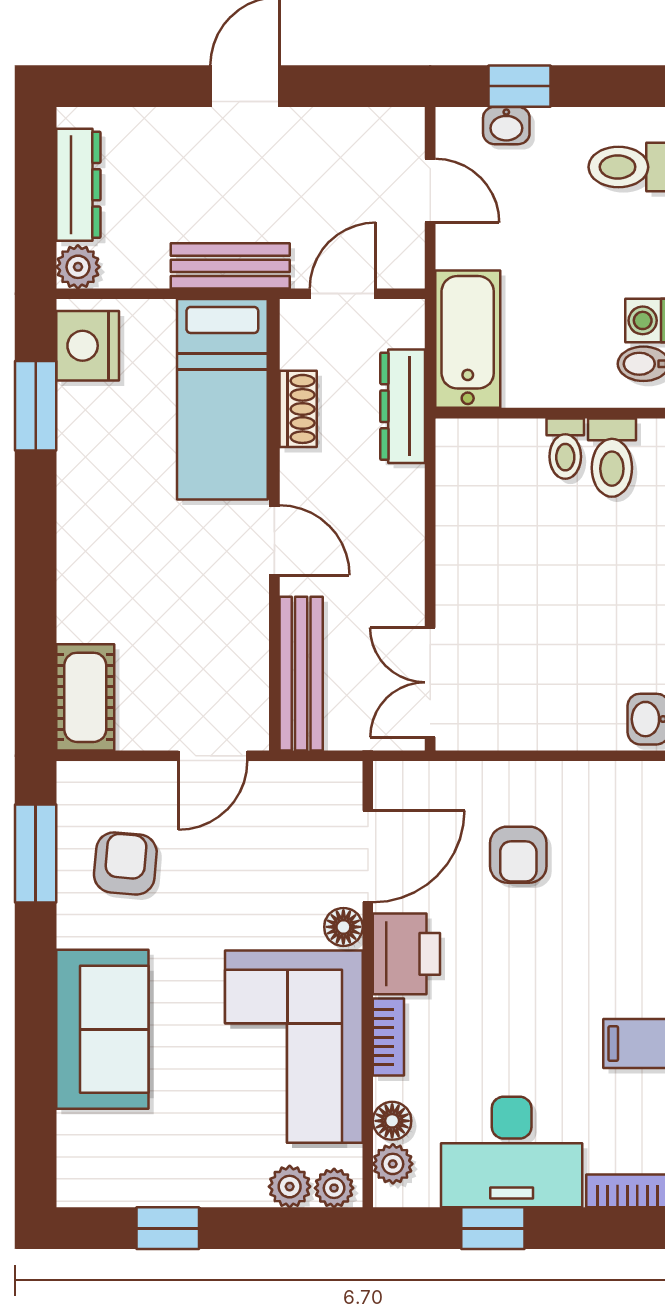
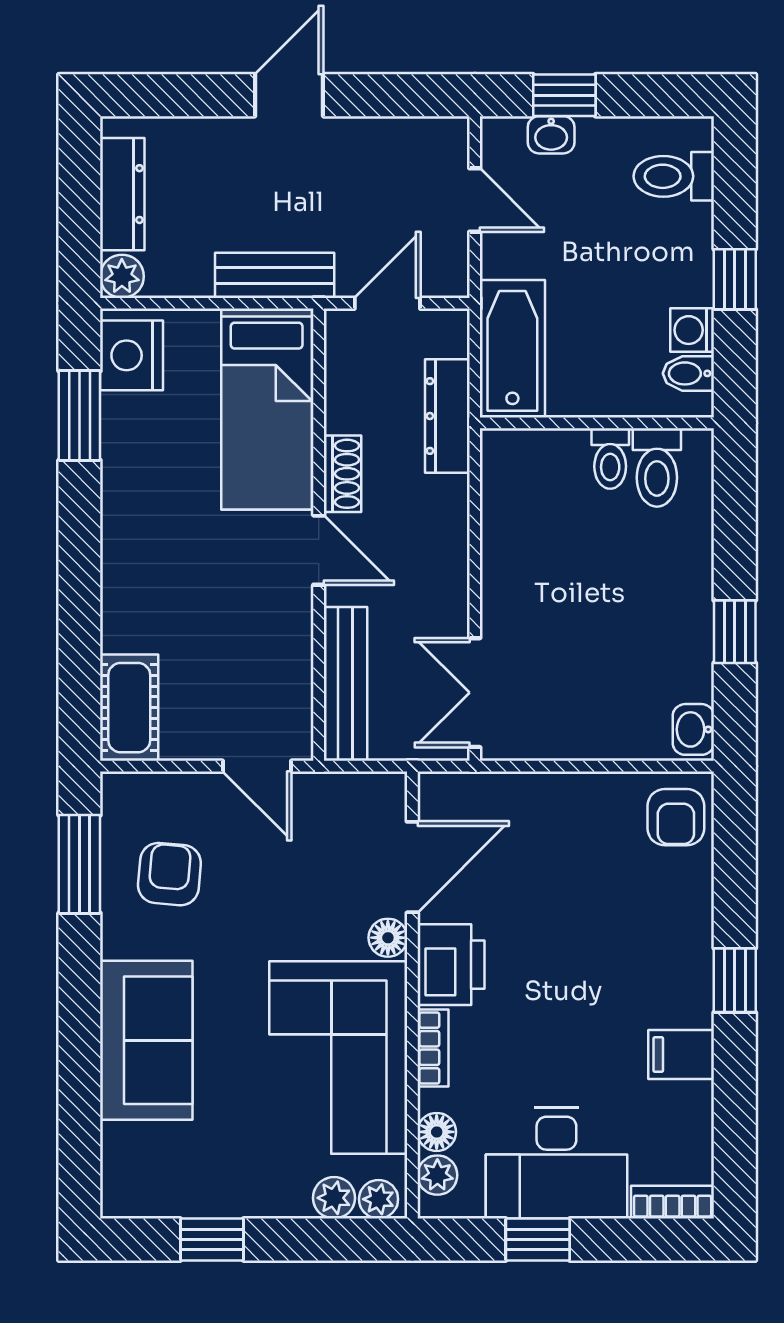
shoe rack: (298, 409) -> (343, 474), moved
door: (213, 756) -> (257, 766), hinge flipped
armchair: (518, 855) -> (676, 817), moved

